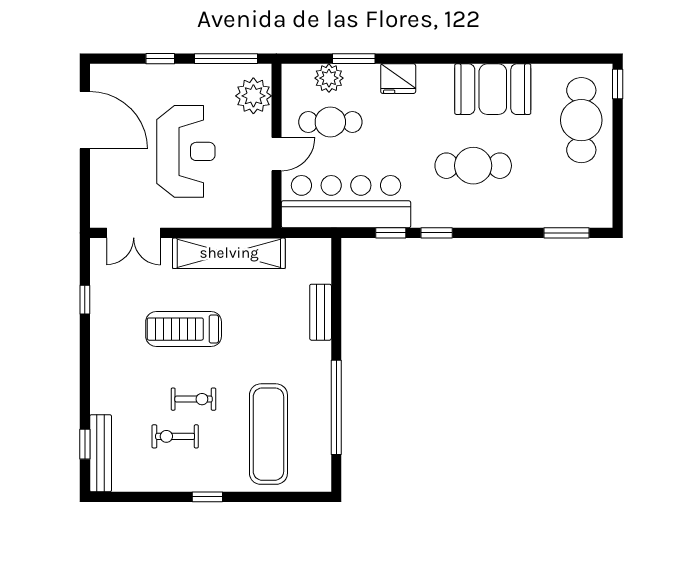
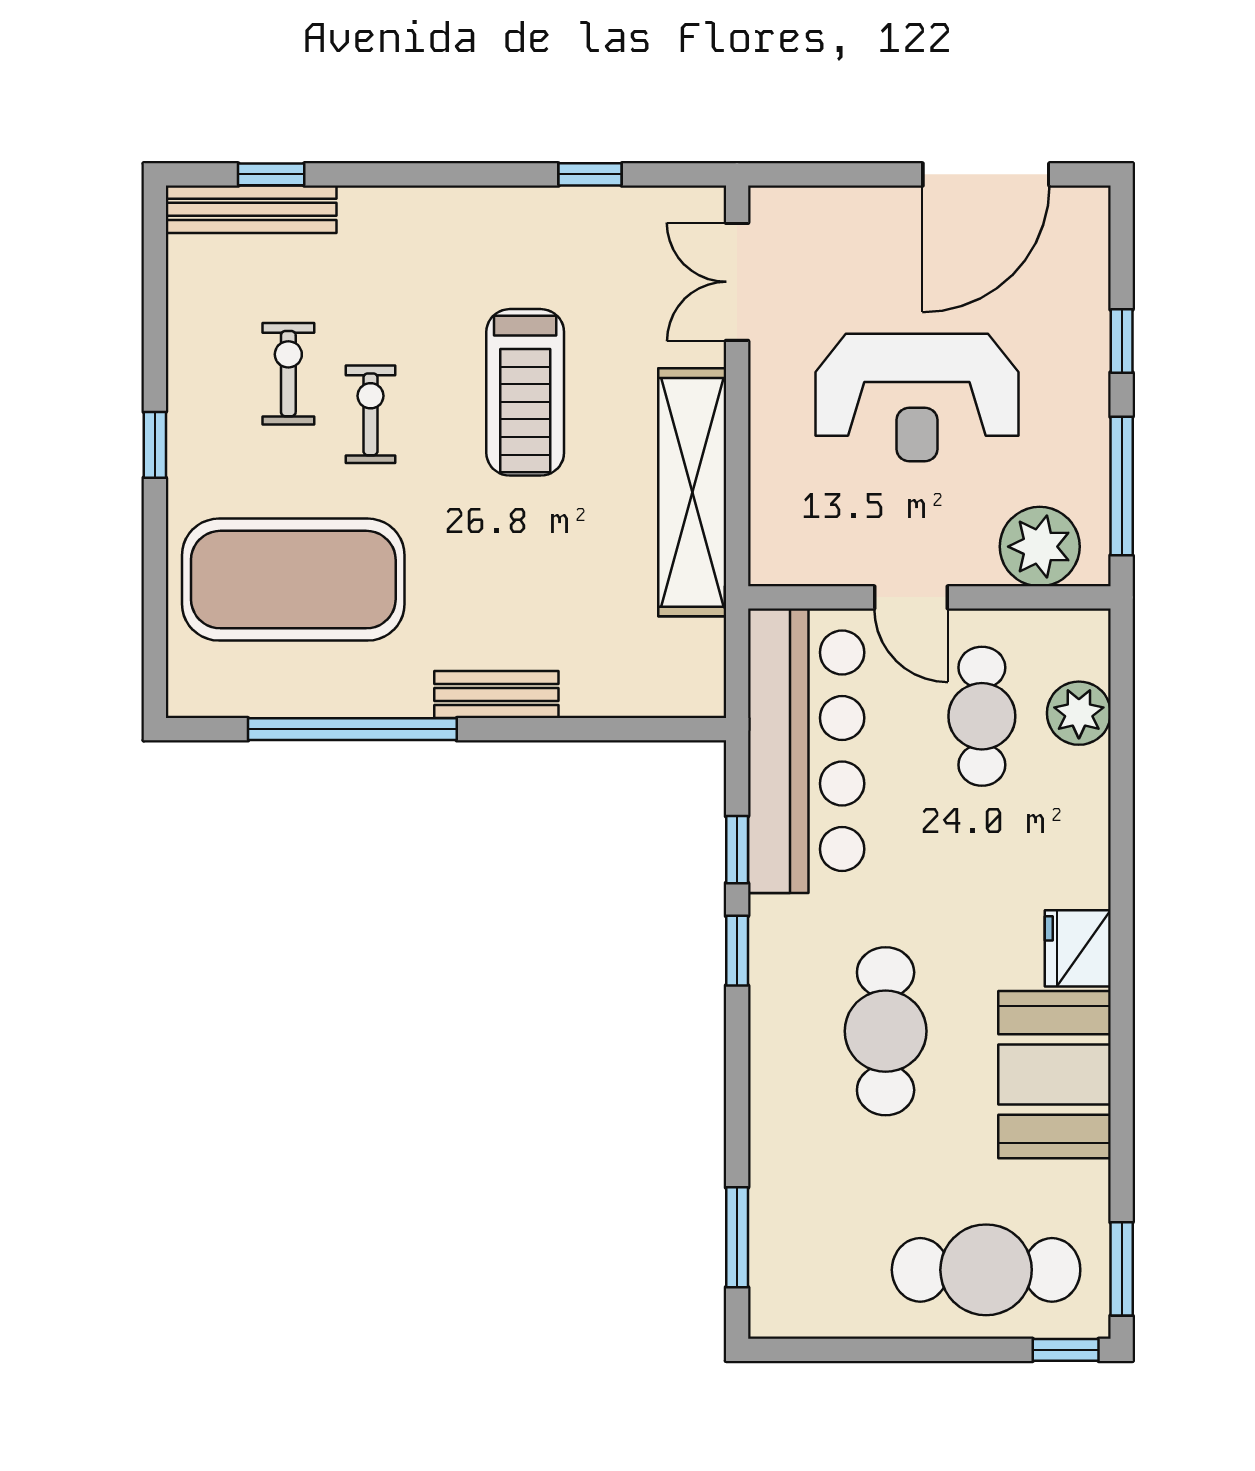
window: (354, 59) -> (1122, 1269), moved
fridge: (398, 79) -> (1078, 948), moved
bench: (321, 312) -> (496, 695), moved
treadmill: (184, 329) -> (525, 392), turned 180
exercise bike: (194, 399) -> (371, 414), turned 180
exercise mat: (268, 434) -> (293, 580), width x1.47

